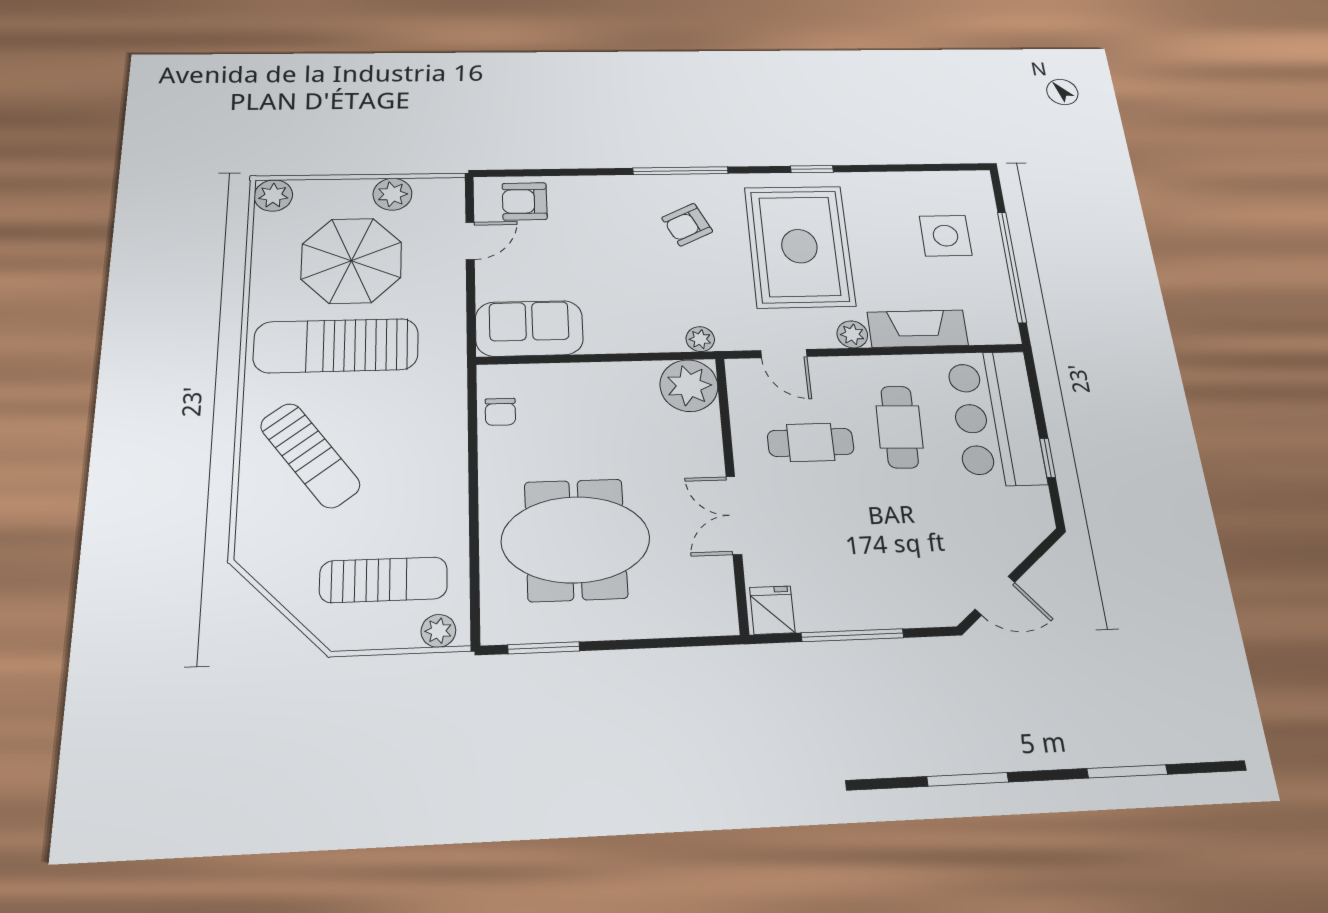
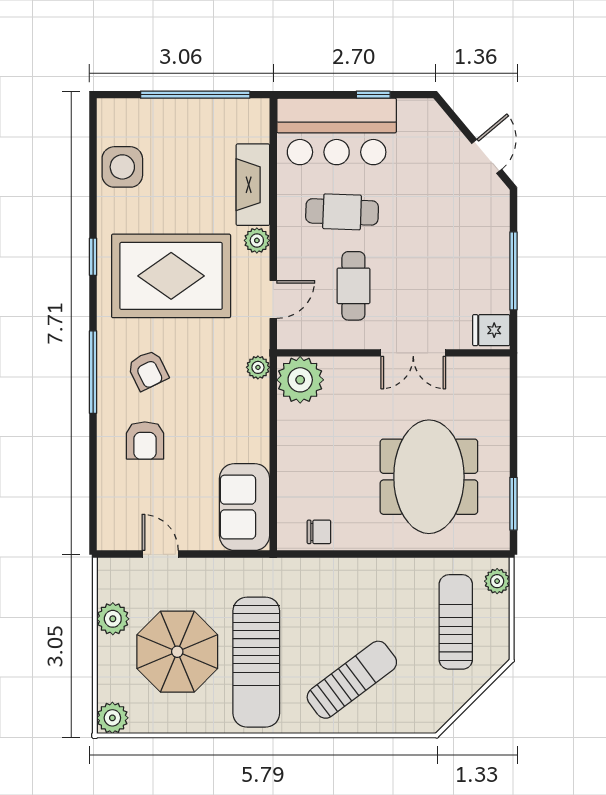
armchair: (525, 201) -> (145, 441), moved
side table: (946, 236) -> (122, 167), moved

